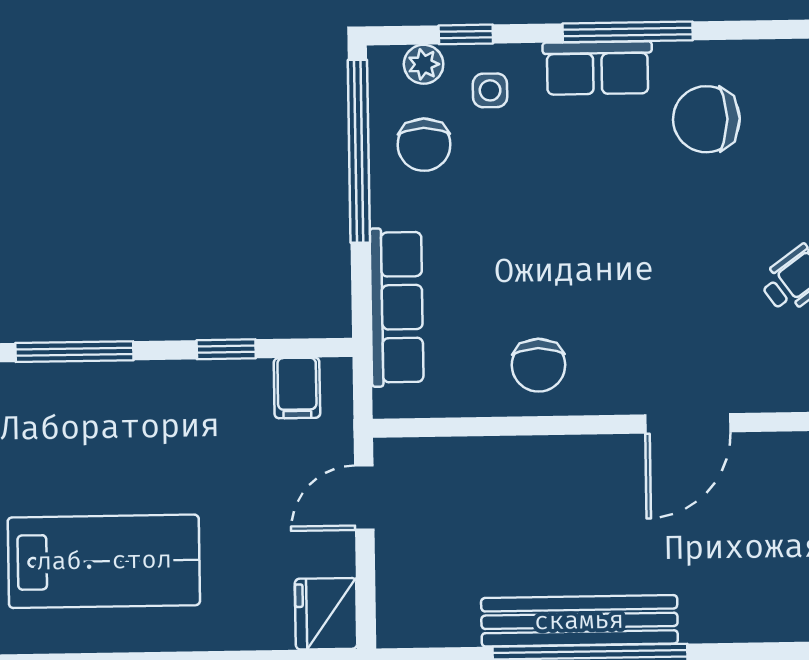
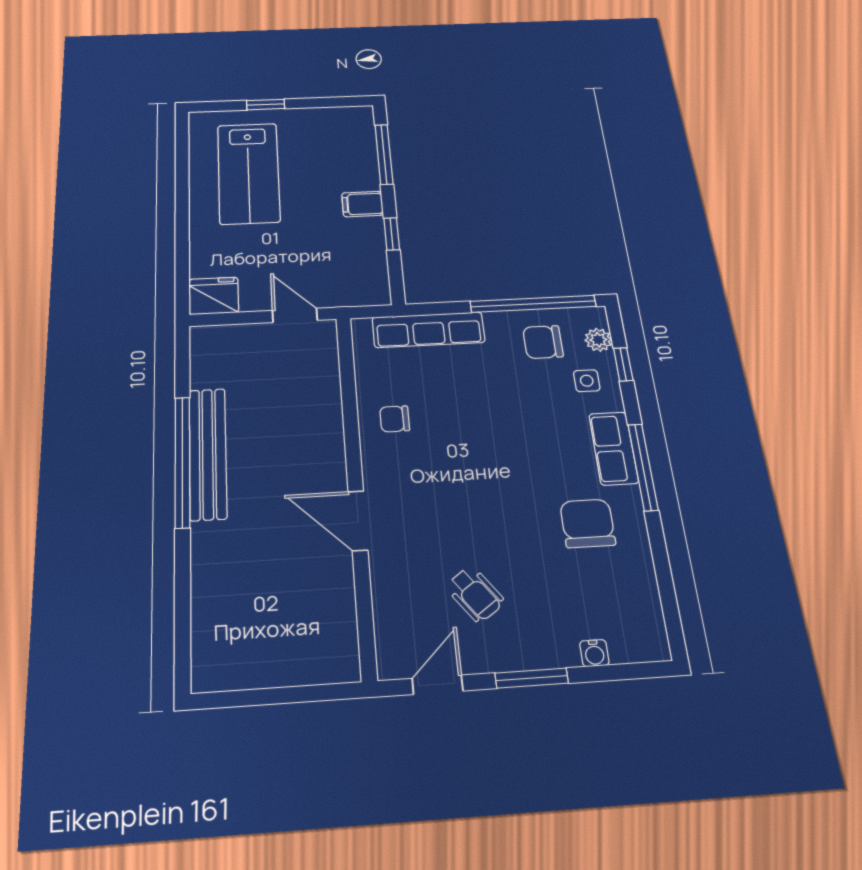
chair: (538, 365) -> (395, 419), width x0.73, depth x0.73
filing cabinet: (297, 388) -> (363, 204), moved

